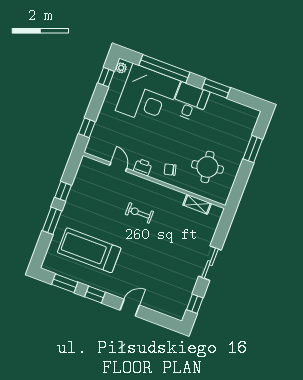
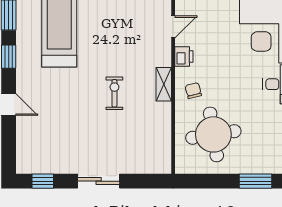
round table: (207, 167) -> (213, 134), width x1.36, depth x1.36
shelving: (197, 204) -> (164, 84), moved
exercise bike: (139, 213) -> (114, 93), moved

